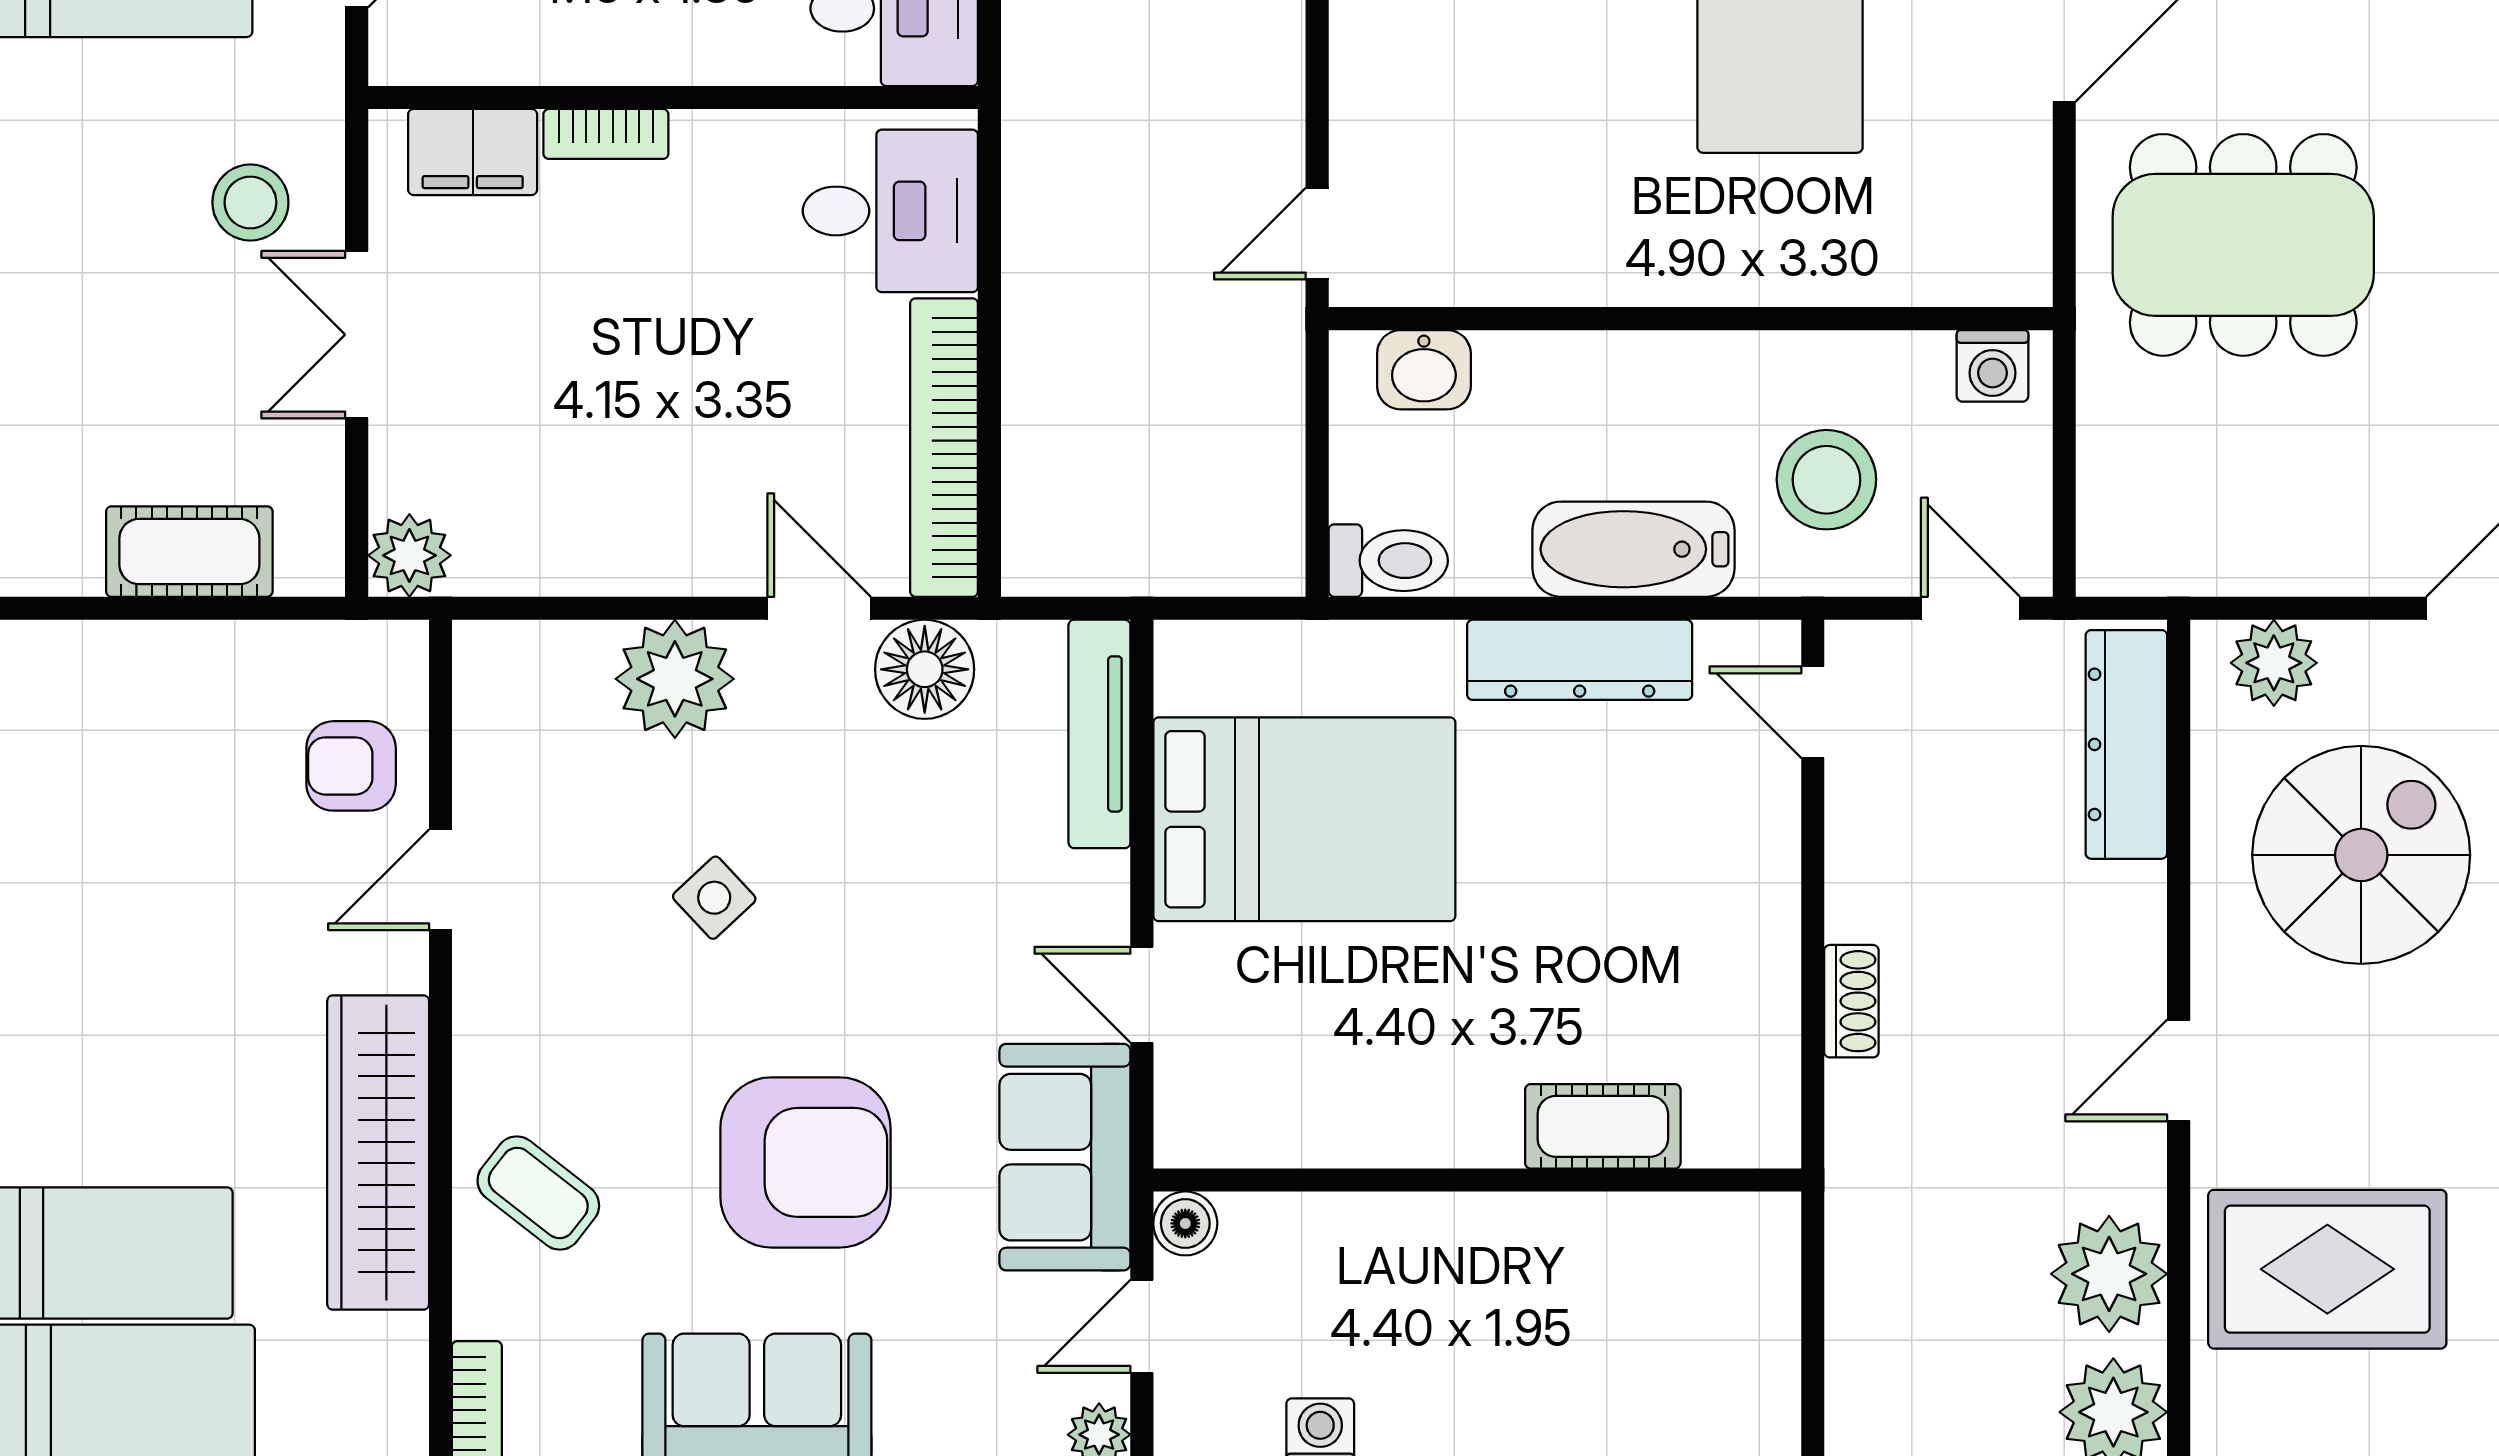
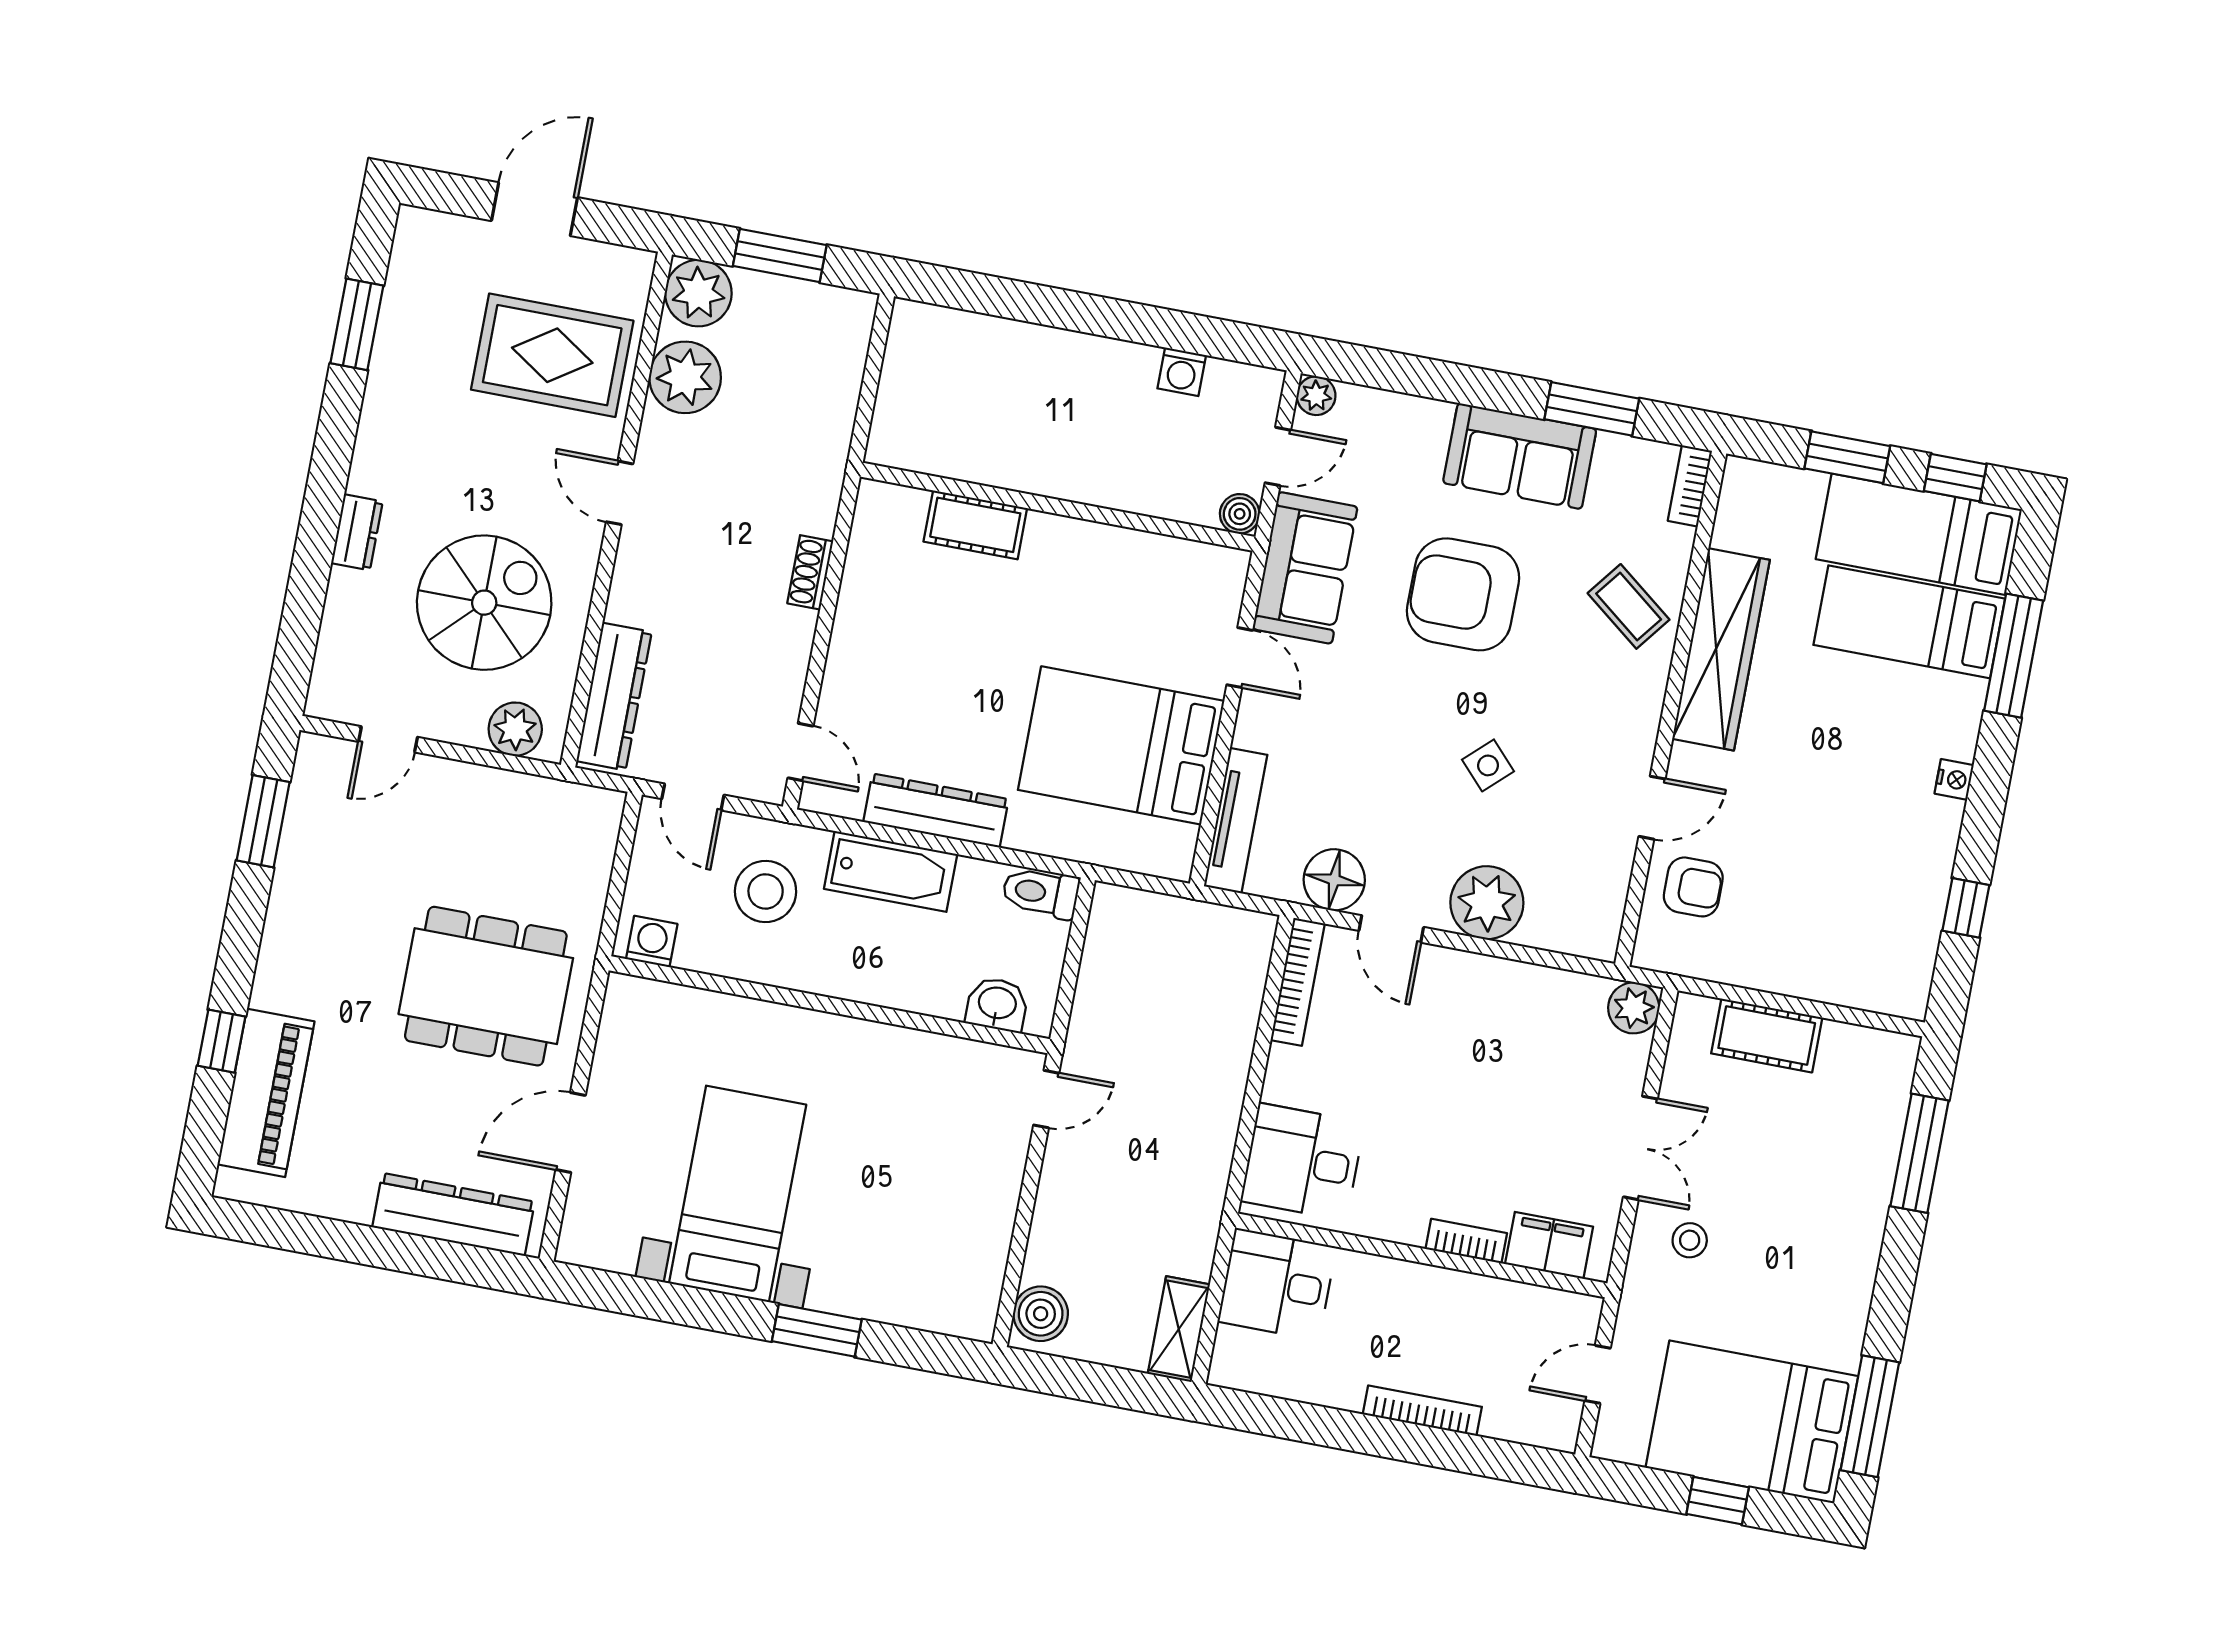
stool: (250, 202) -> (1690, 1240), width x0.73, depth x0.73
bookcase: (944, 448) -> (1298, 982), width x0.68, depth x0.76
spiral stairs: (2361, 855) -> (484, 603), turned 180
door: (2179, 1070) -> (620, 493), swing flipped

